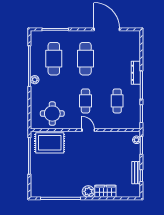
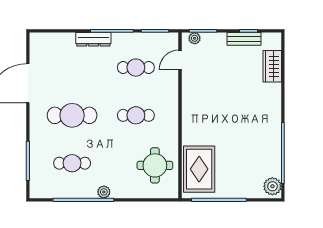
cafe table: (54, 59) -> (72, 163), width x0.73, depth x0.74
door: (88, 130) -> (180, 60), moved
plant: (88, 191) -> (272, 186), moved
wardrobe: (105, 191) -> (272, 66), moved

